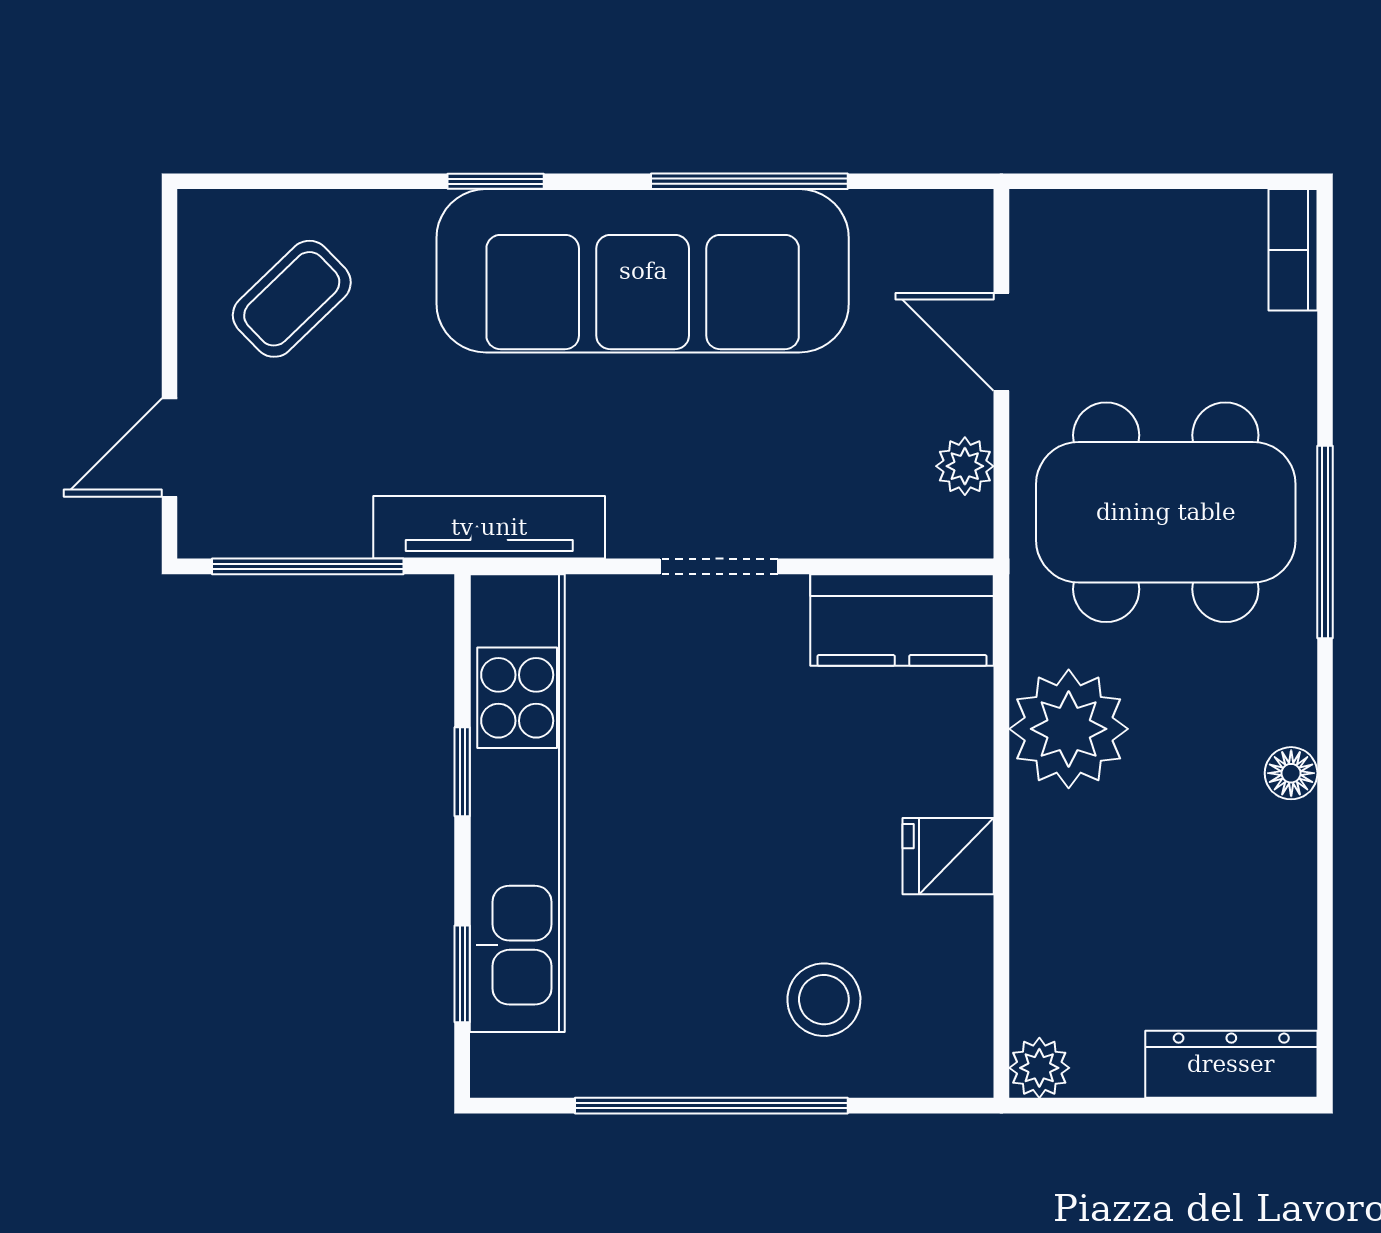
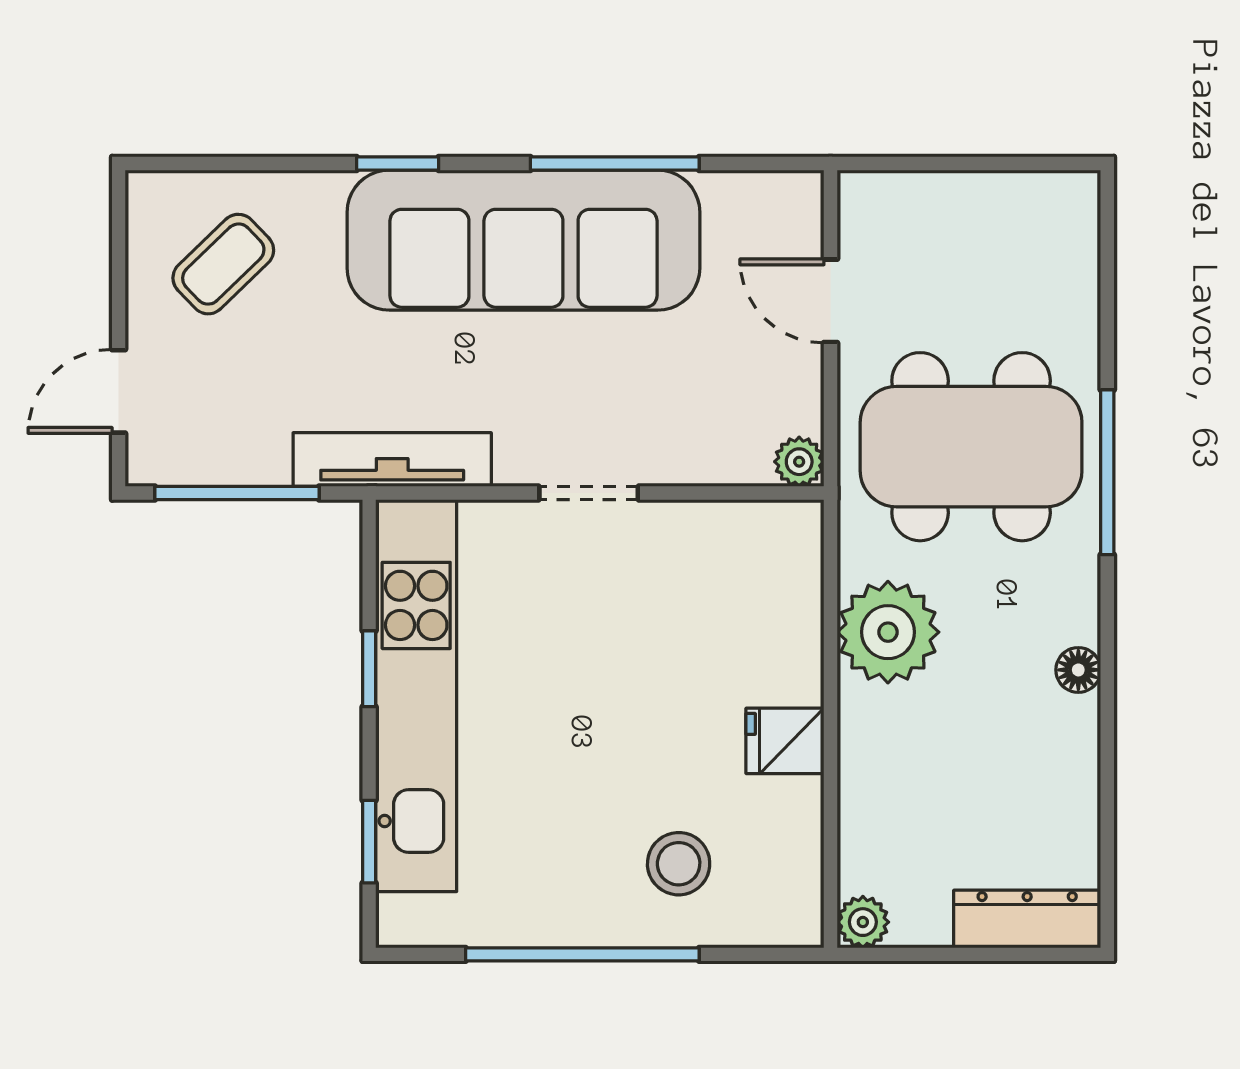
bookcase: (1293, 250) -> (1080, 222), removed
plant: (965, 466) -> (799, 462), moved
kitchen counter: (902, 620) -> (745, 539), removed

